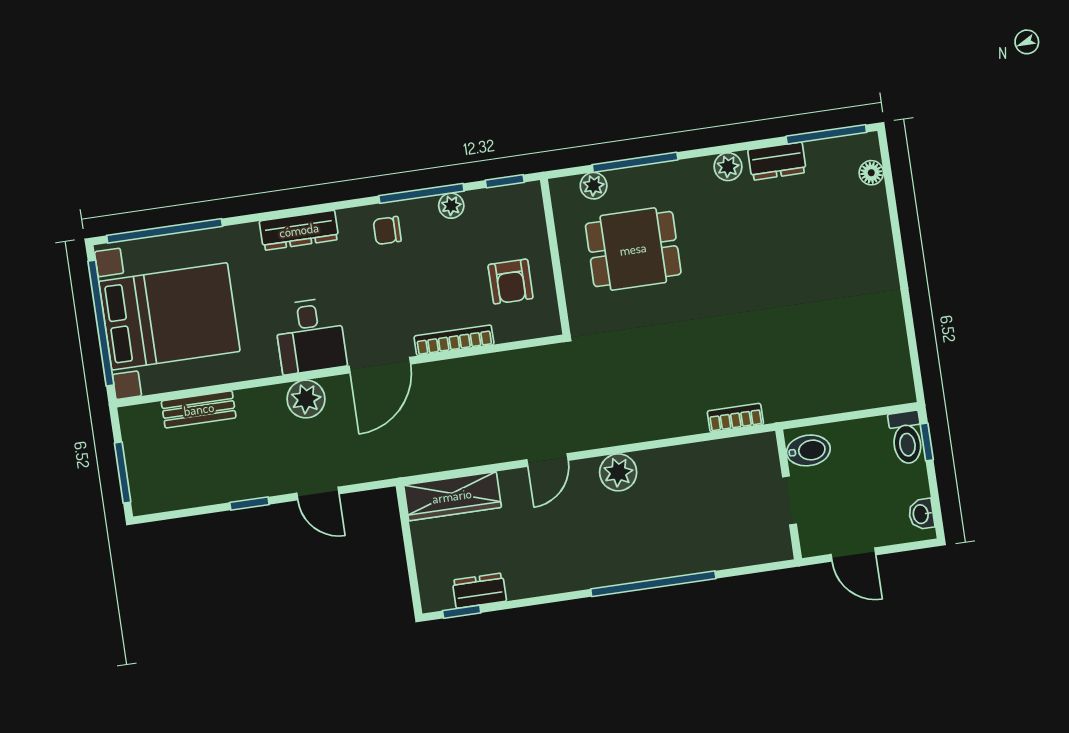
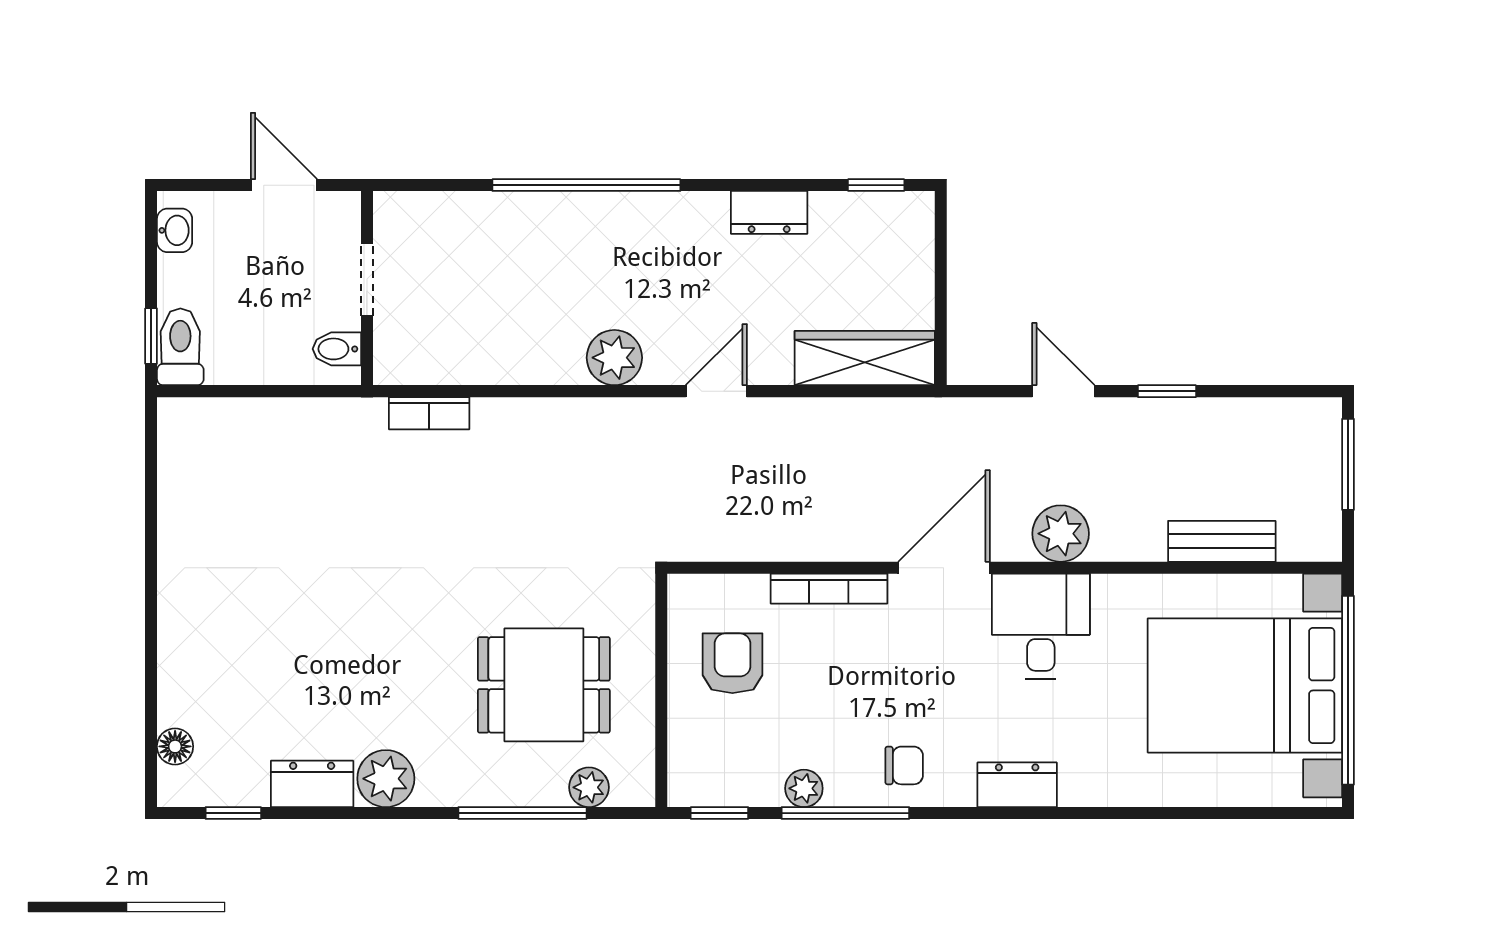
window: (826, 134) -> (233, 813), width x0.46
plant: (728, 167) -> (386, 779), width x1.38, depth x1.38
dresser: (299, 230) -> (1017, 785), width x0.70
window: (165, 231) -> (1234, 813), removed
bidet: (808, 450) -> (337, 349), width x0.72, depth x0.74
dresser: (479, 591) -> (769, 212), moved

